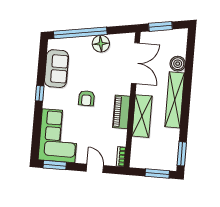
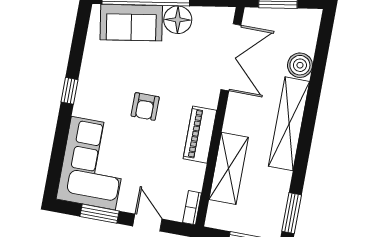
sofa: (56, 69) -> (131, 23), moved, turned 81
shelving: (142, 116) -> (229, 168), moved
window: (55, 165) -> (99, 214), moved

